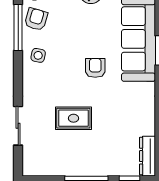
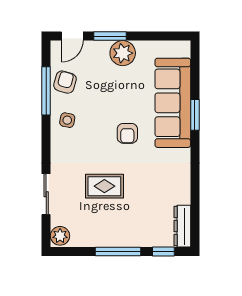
armchair: (95, 68) -> (127, 133), turned 180
plant: (31, 165) -> (60, 236), added

